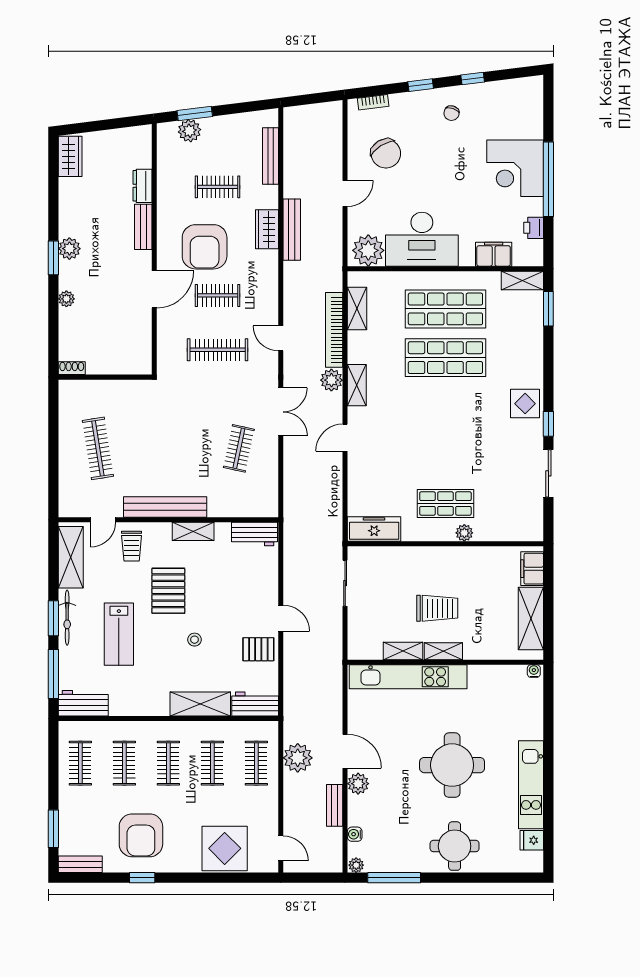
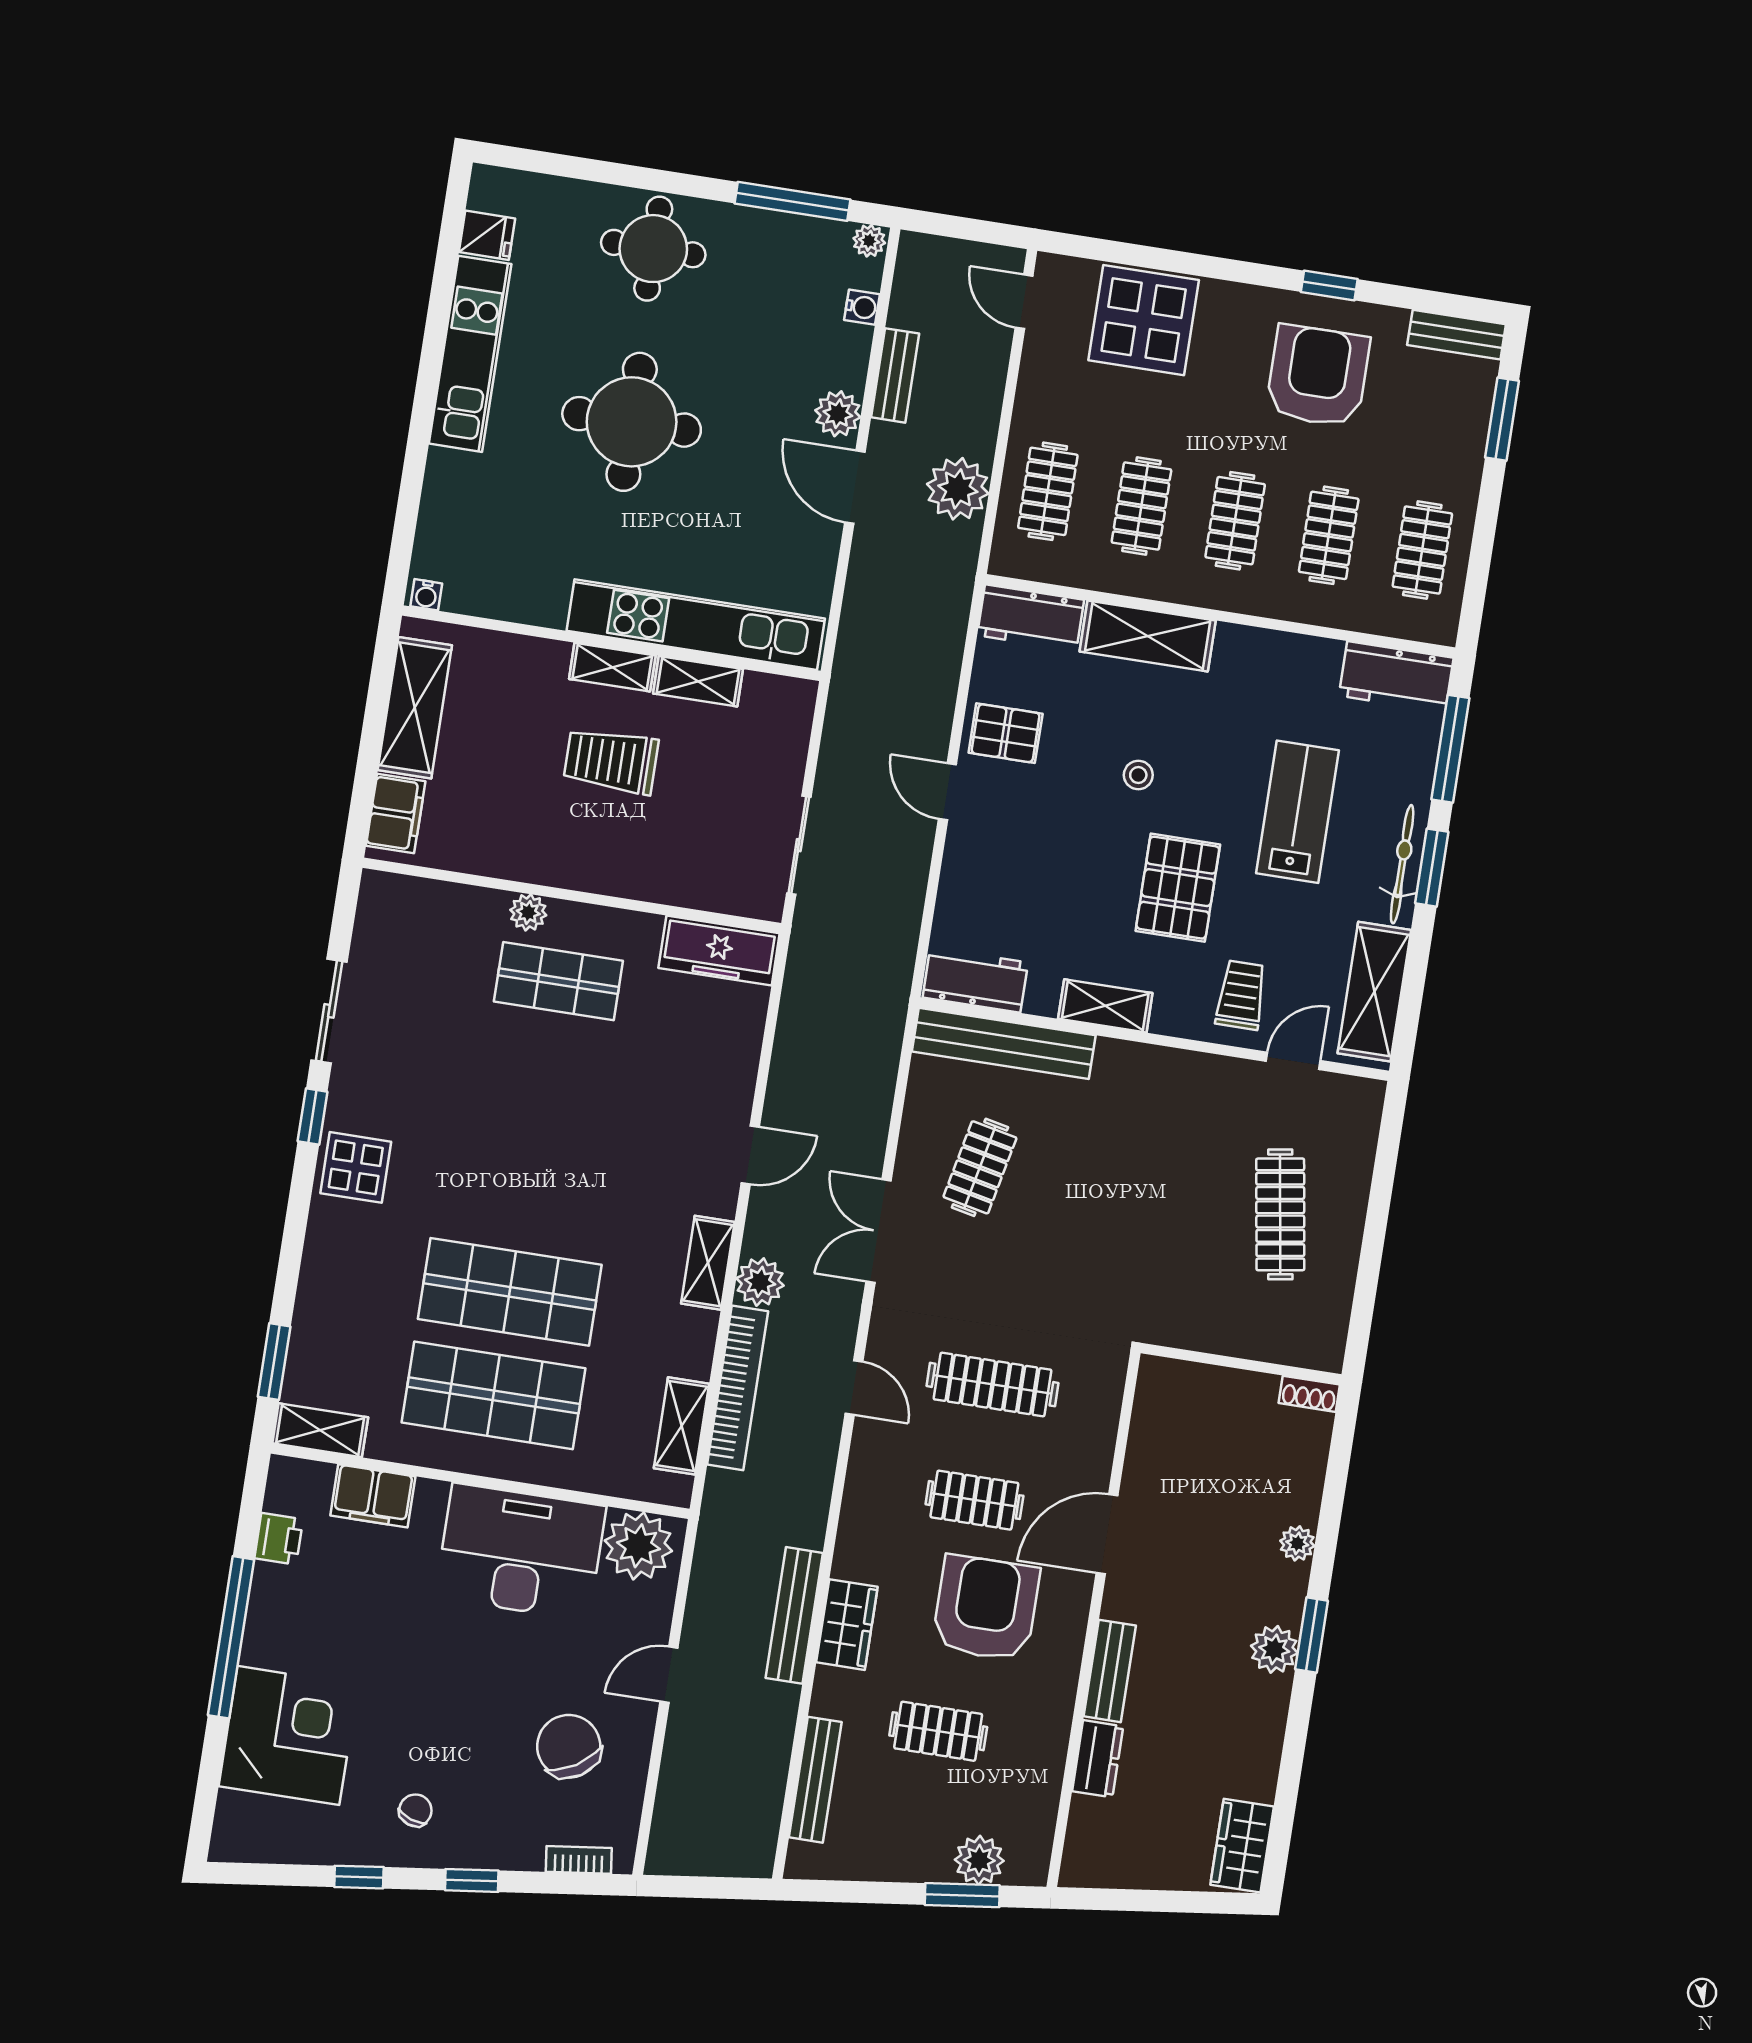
corner desk: (515, 168) -> (288, 1735), moved
bench: (165, 507) -> (1004, 1043), moved

